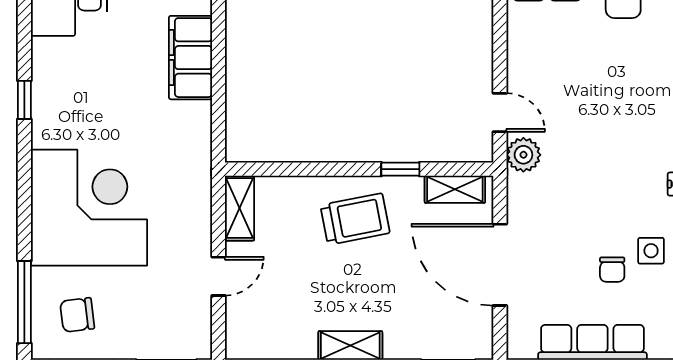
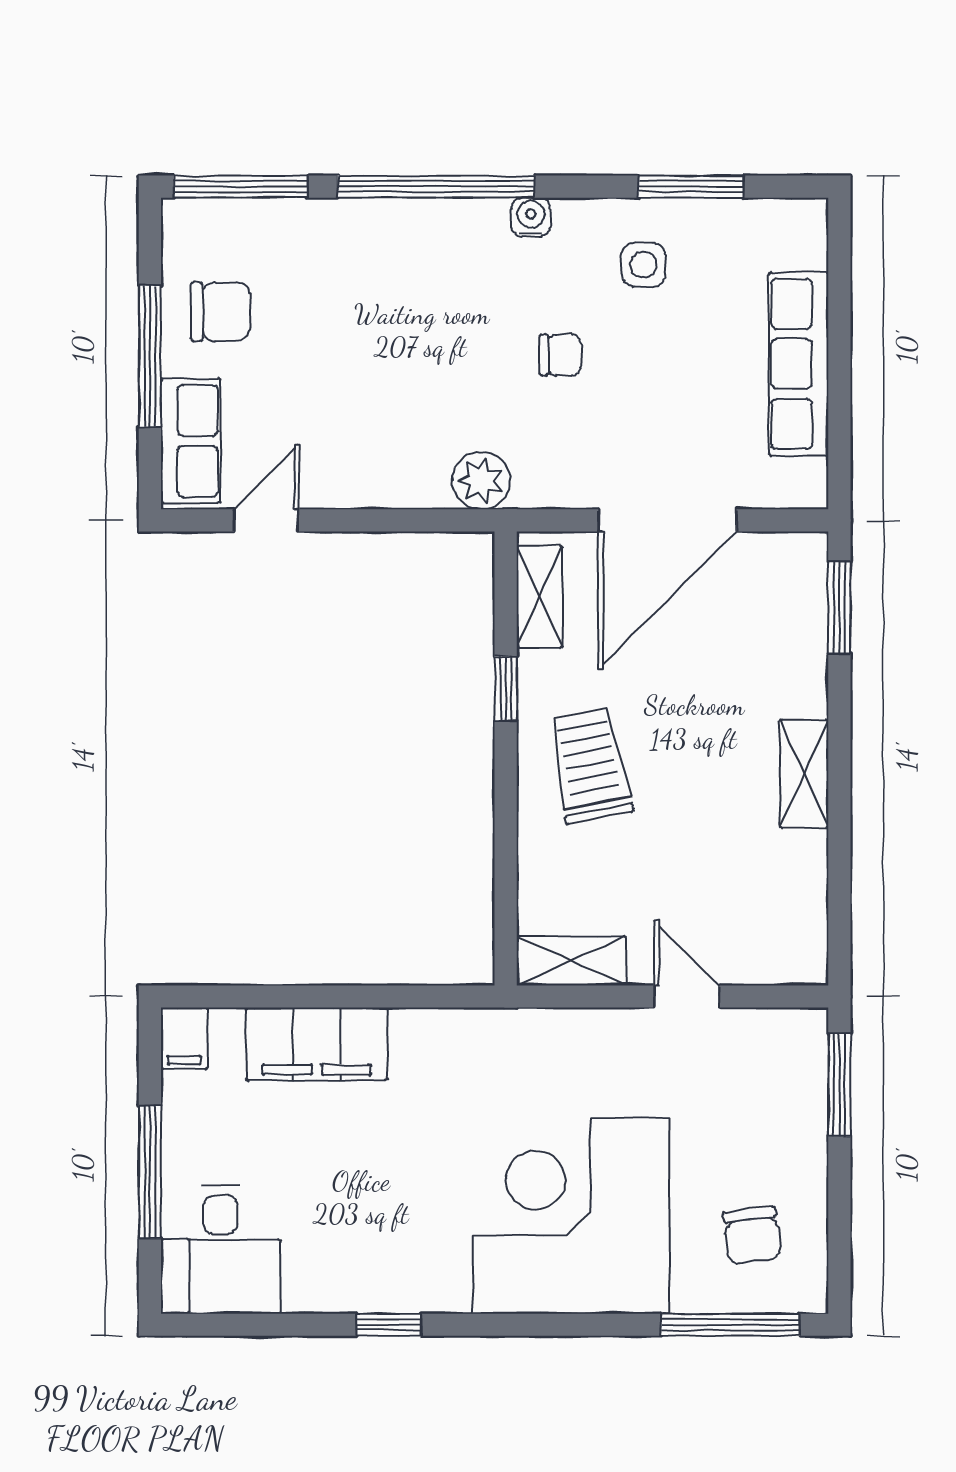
door: (500, 112) -> (266, 520), moved
chair: (612, 270) -> (560, 355), moved

